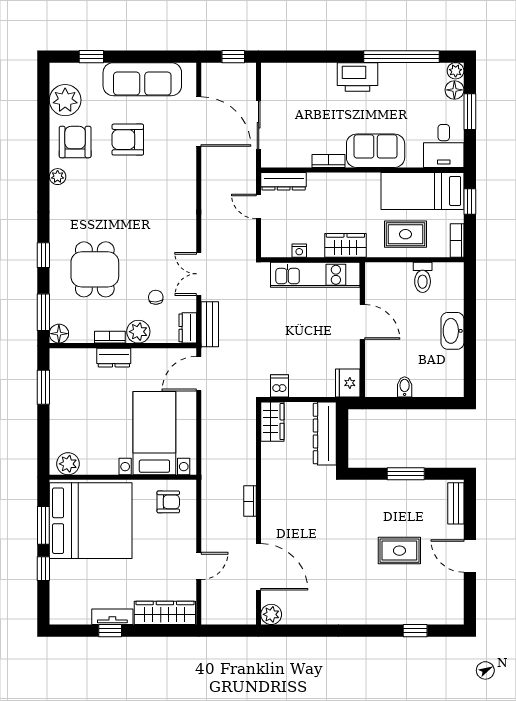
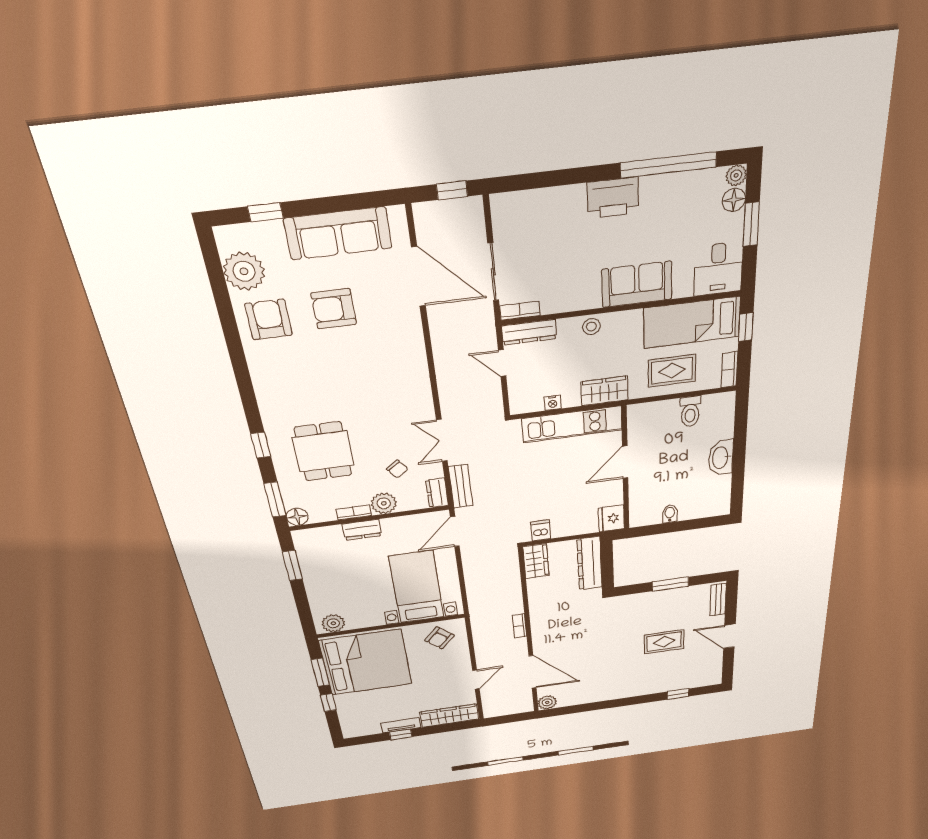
bookcase: (329, 161) -> (520, 311), moved
plant: (58, 177) -> (256, 361), removed
stool: (336, 183) -> (591, 327), added
chair: (156, 297) -> (397, 469), turned 149
door: (362, 322) -> (625, 462), swing flipped
armchair: (168, 502) -> (439, 638), turned 132

